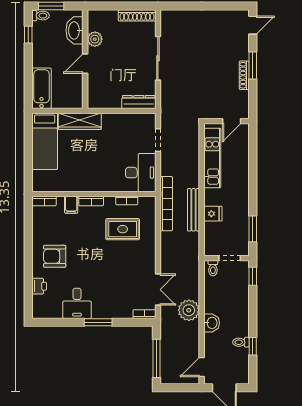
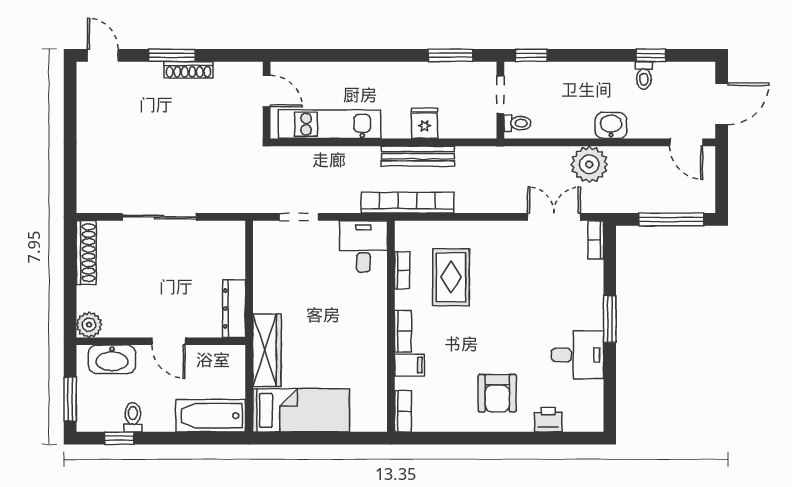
toilet: (41, 16) -> (133, 417), moved
plant: (95, 39) -> (89, 325), moved
dresser: (139, 102) -> (234, 308), moved
desk: (141, 173) -> (363, 246), width x0.73

